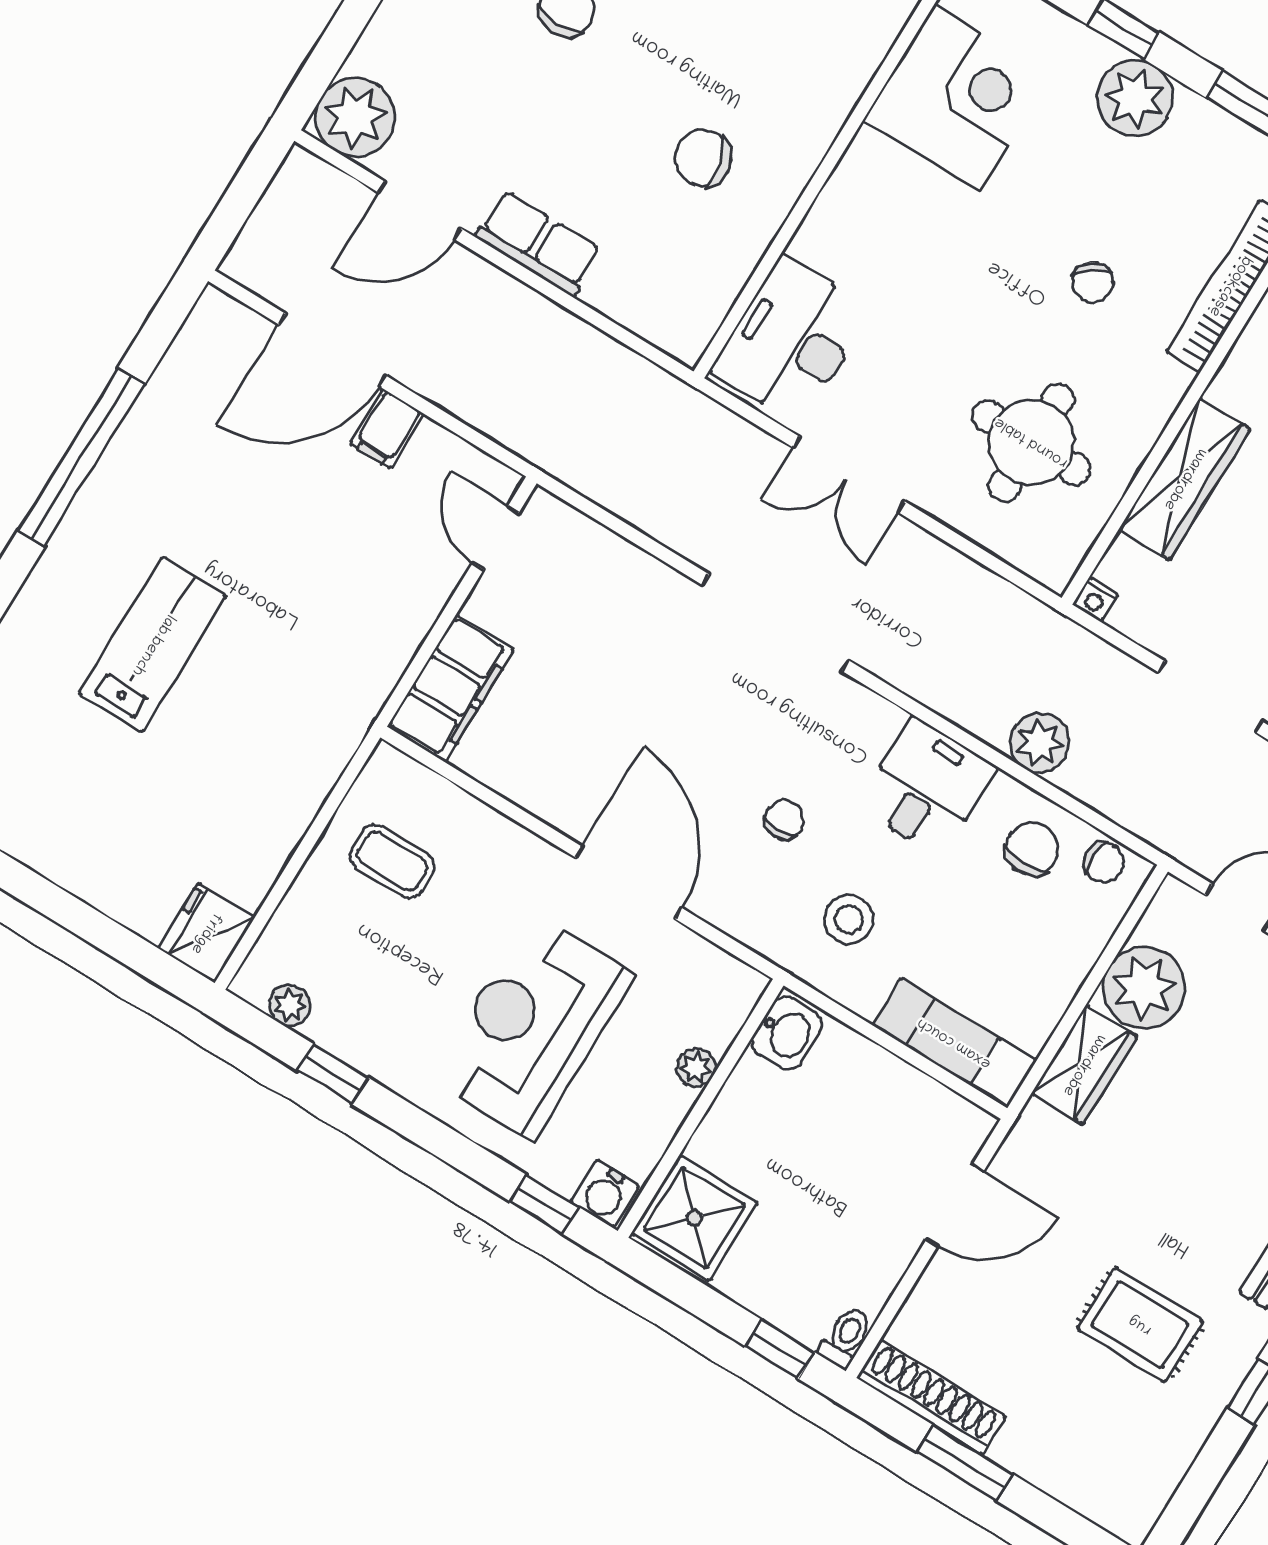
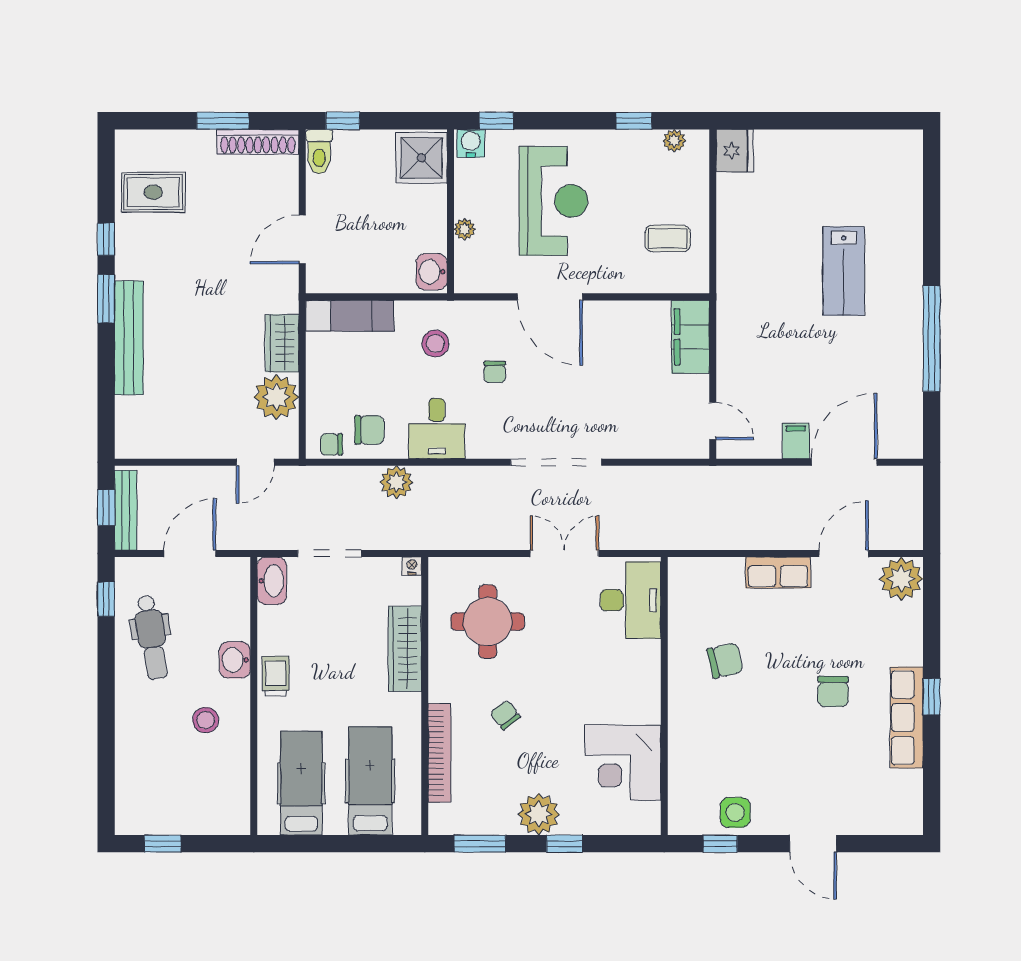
chair: (1032, 849) -> (369, 430), turned -90
rug: (1140, 1325) -> (153, 192), moved
toilet: (846, 1337) -> (319, 152), width x1.37, depth x1.39

